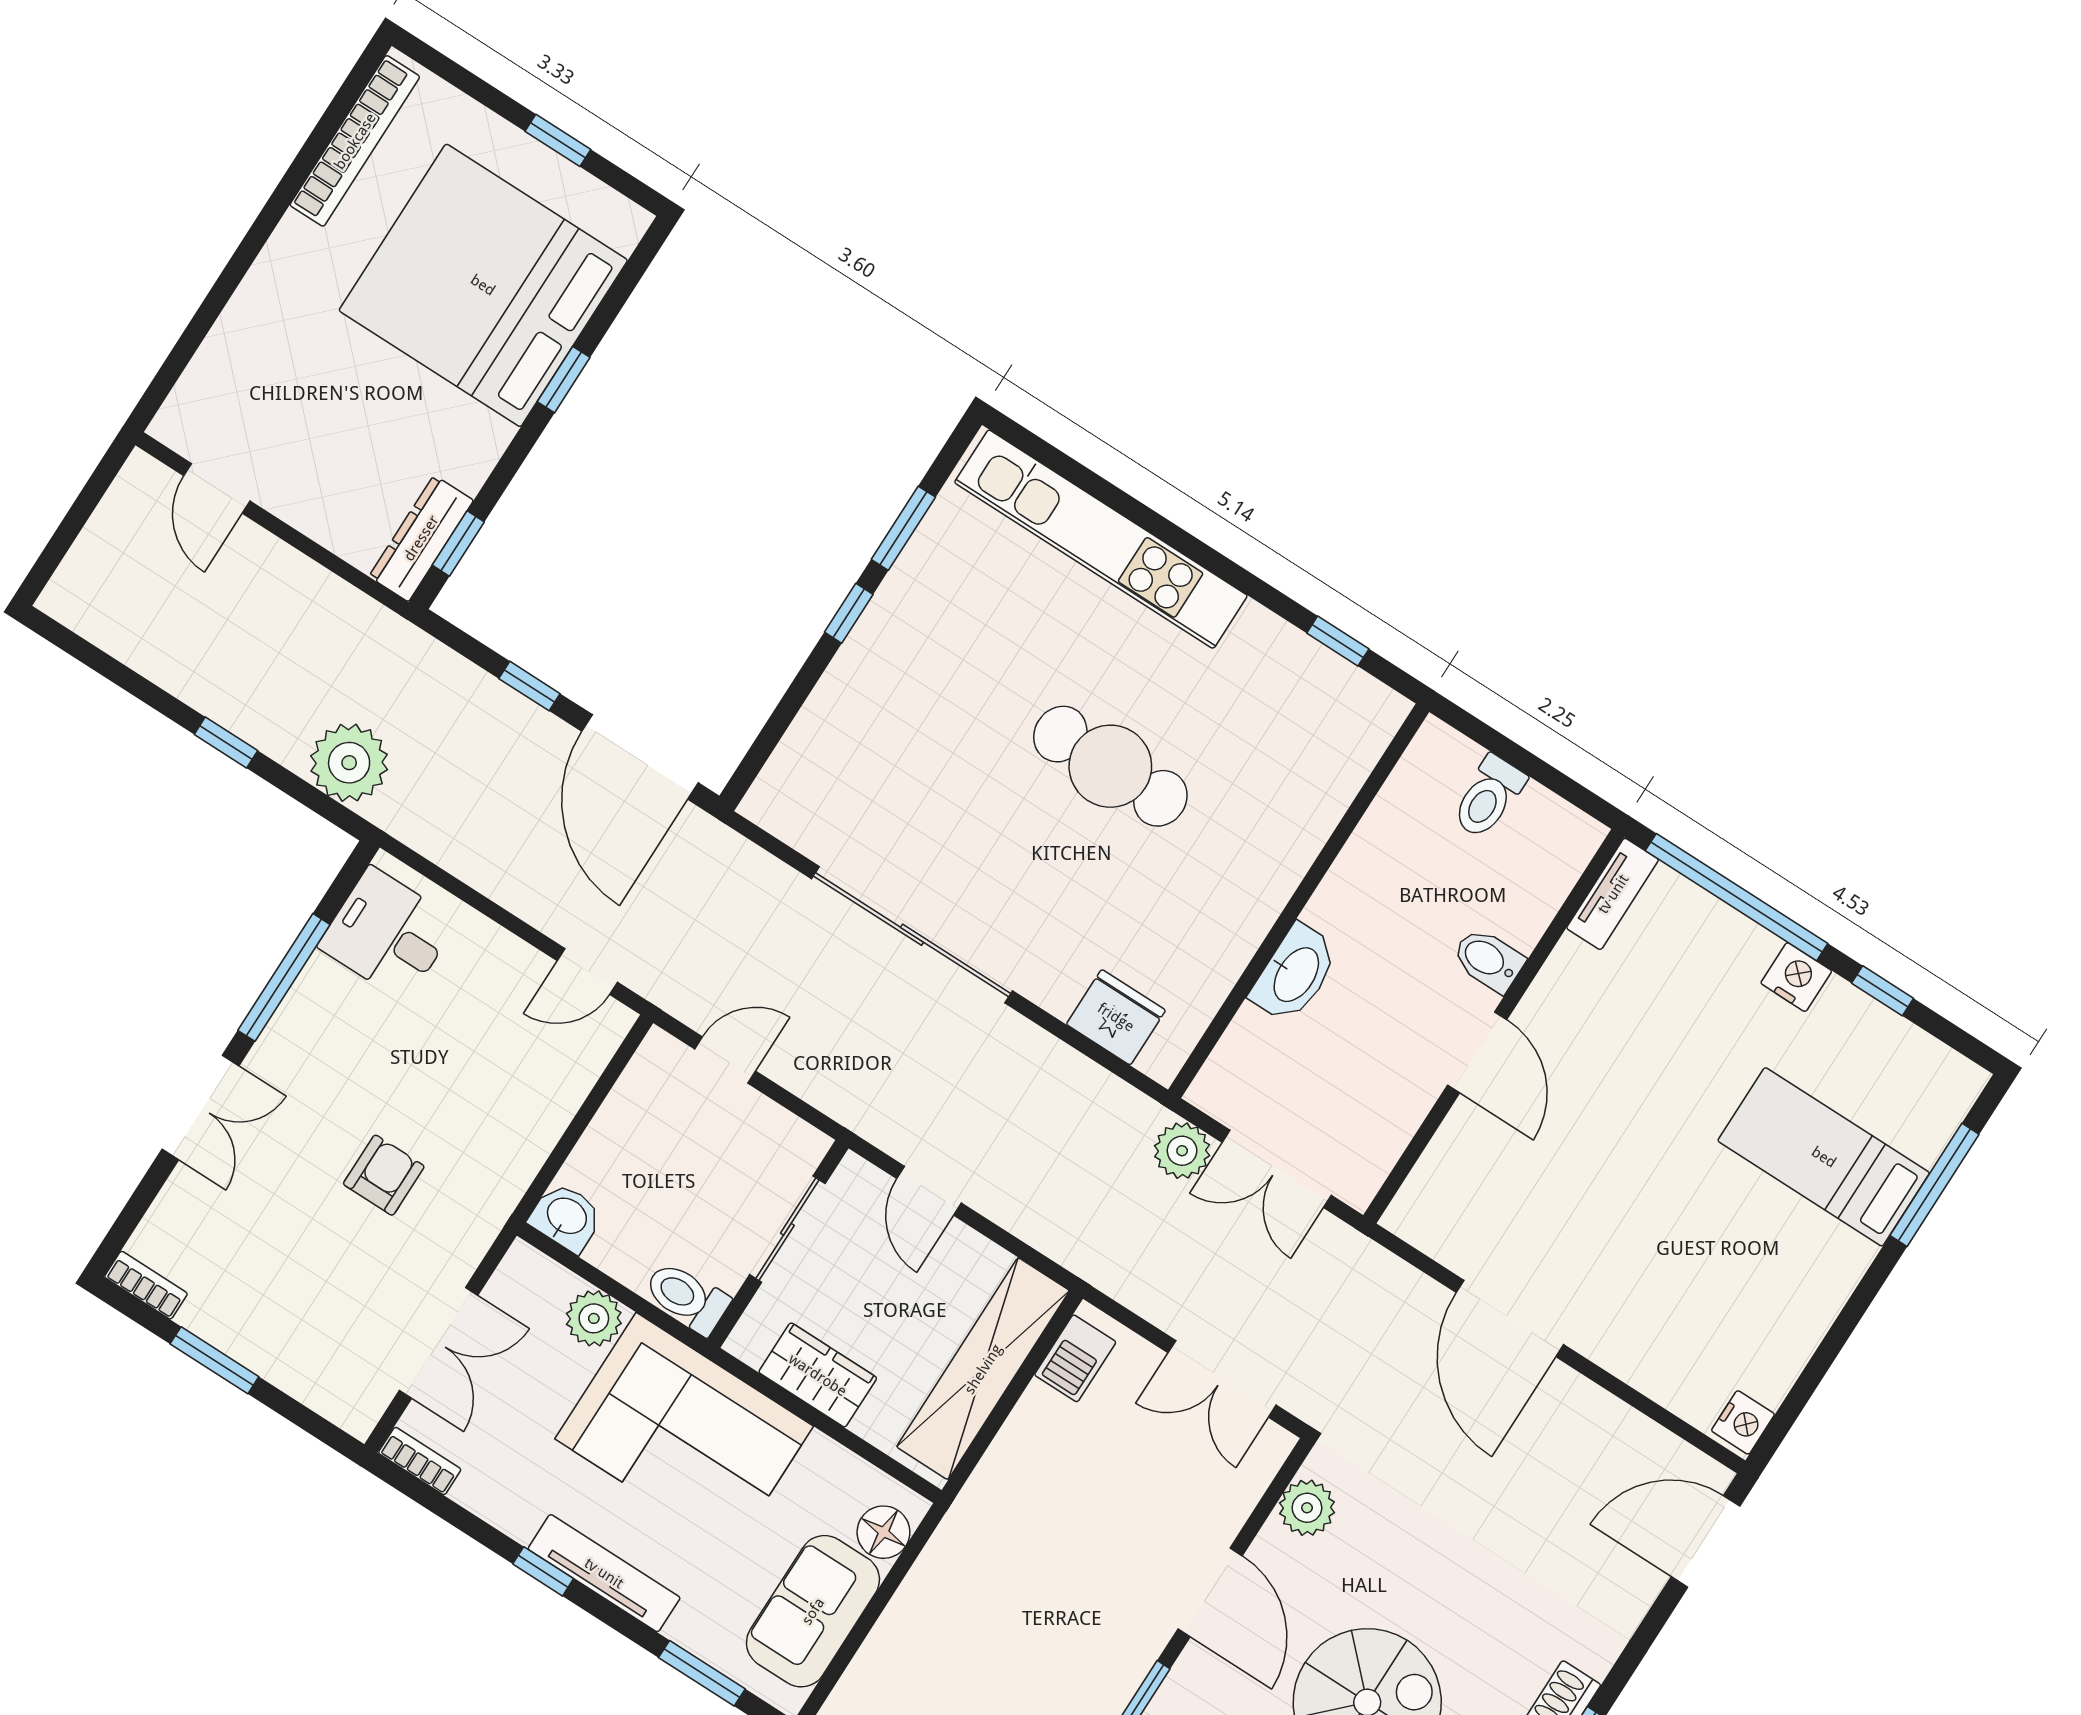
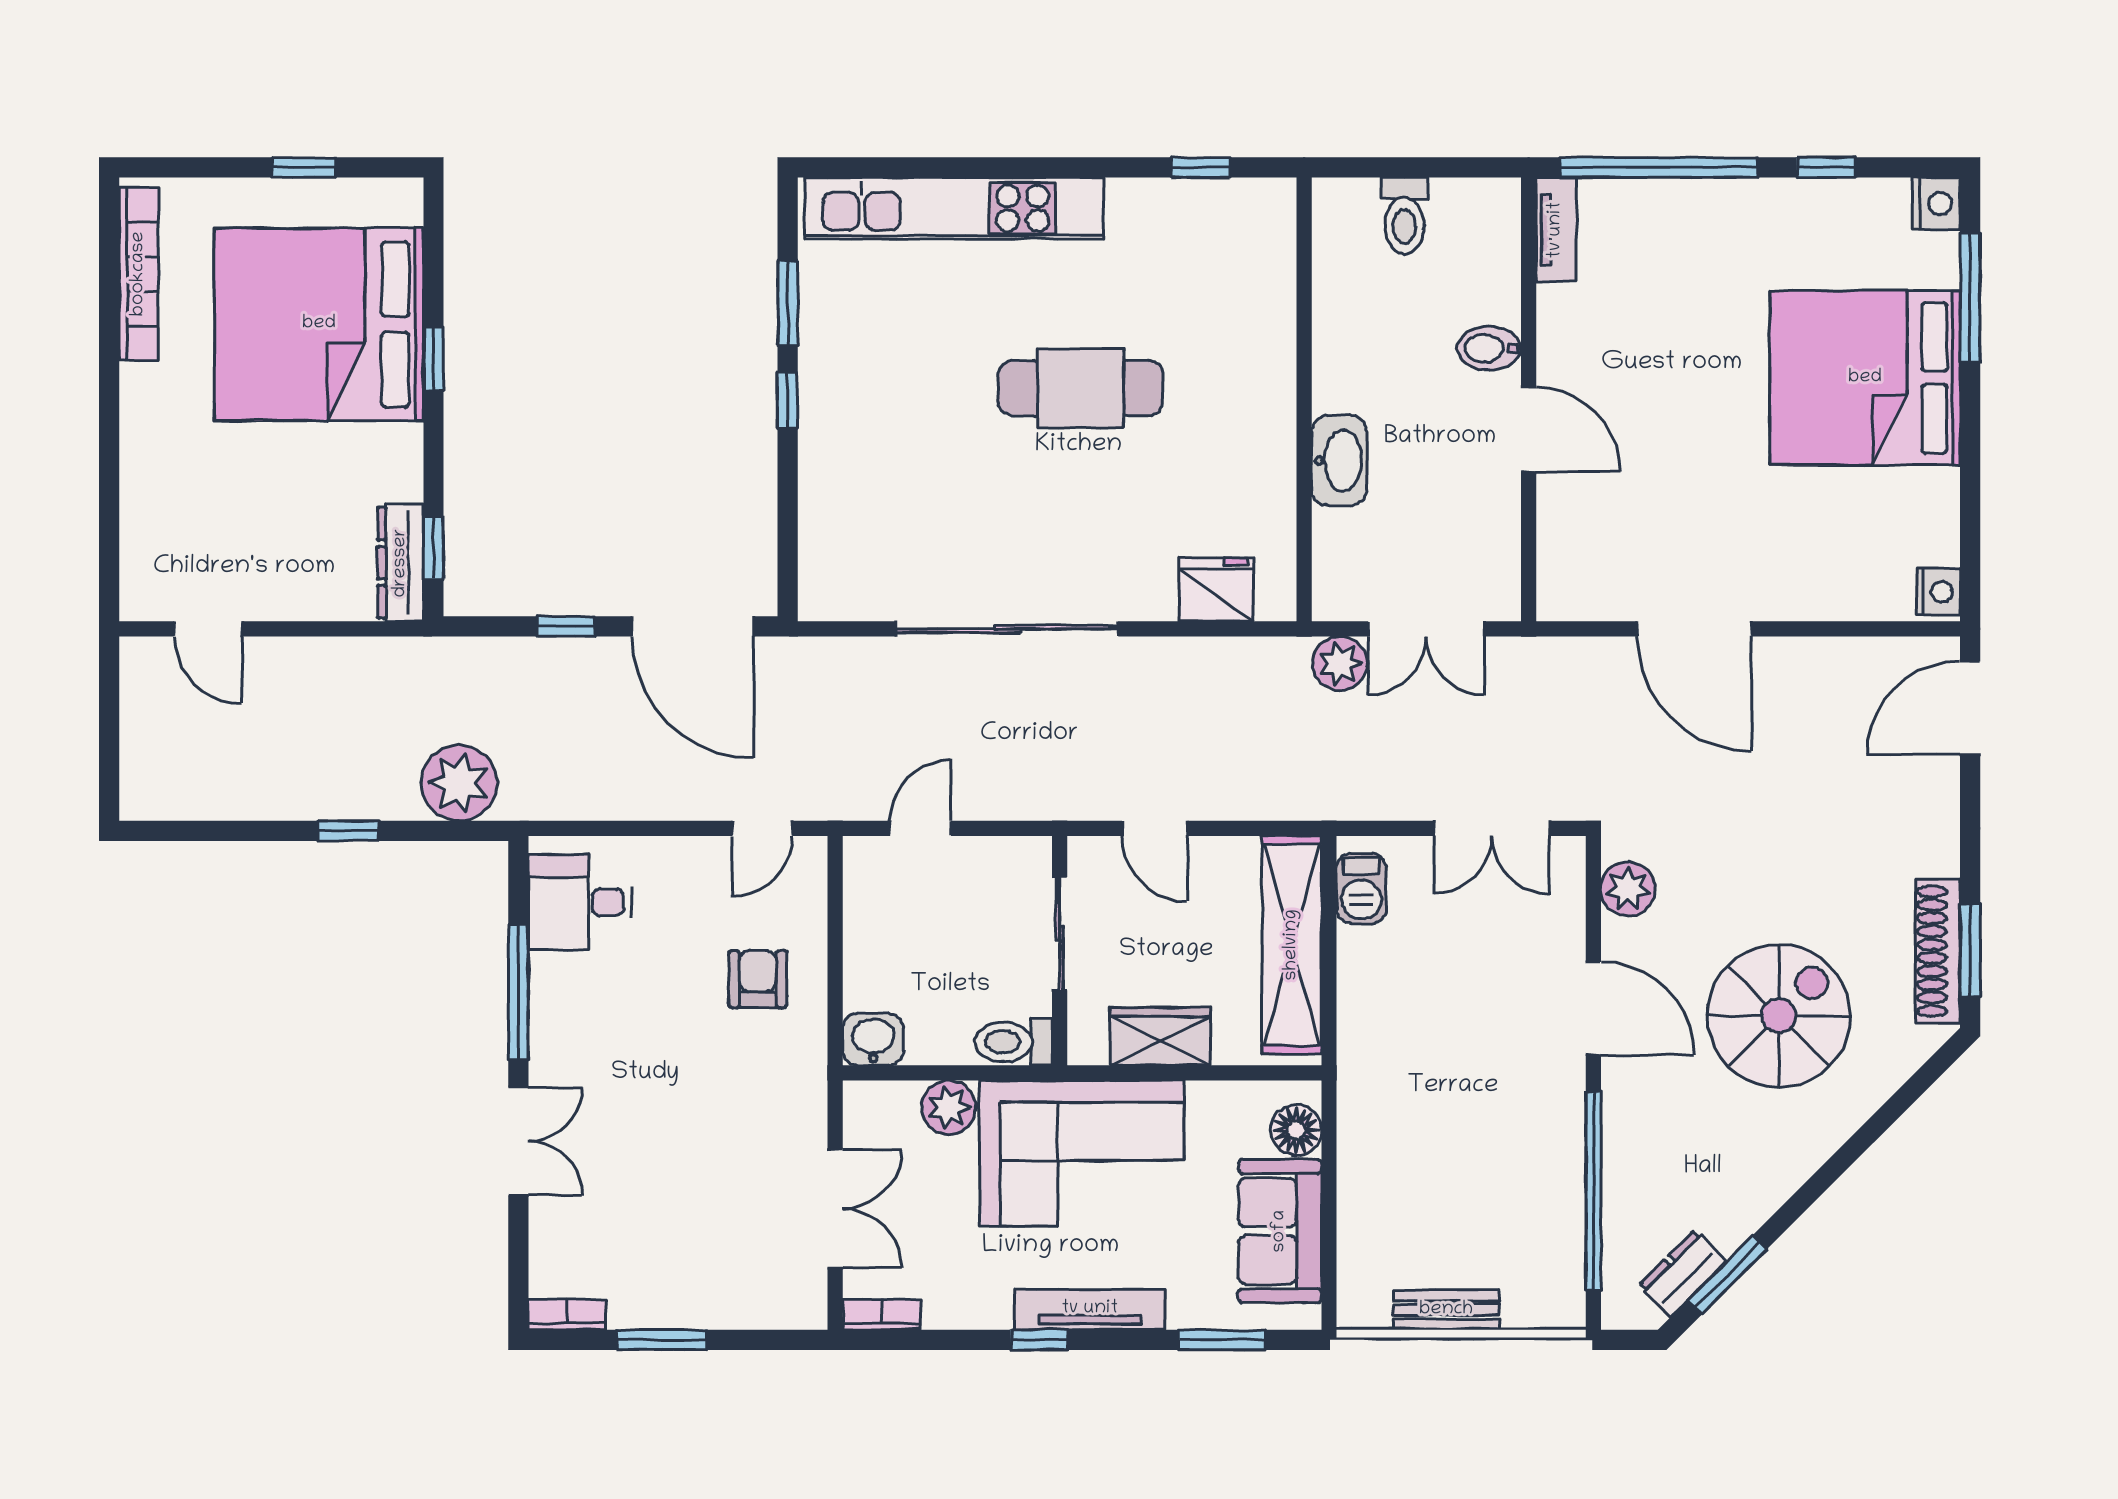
nightstand: (1796, 977) -> (1936, 203), moved, turned 90
bed: (1824, 1157) -> (1865, 378), width x2.04
armchair: (384, 1175) -> (758, 979), moved

